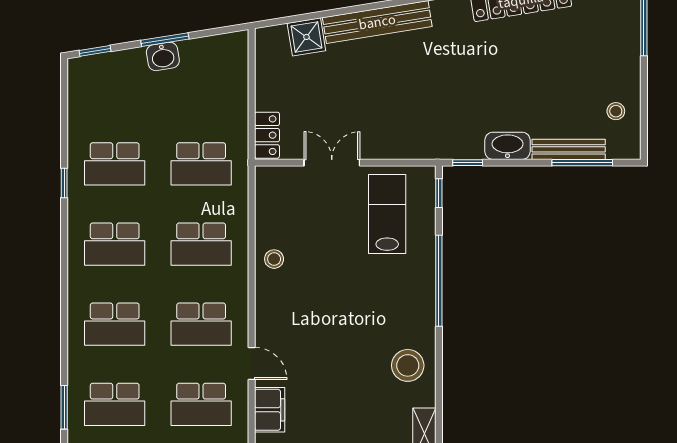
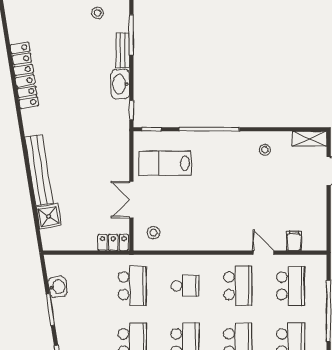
washbasin: (163, 56) -> (58, 287), moved
bench: (569, 149) -> (123, 50), width x0.73
school desk: (201, 244) -> (185, 286), width x0.54
stool: (274, 259) -> (153, 233), moved
door: (252, 363) -> (264, 253), hinge flipped
stool: (408, 365) -> (265, 150), width x0.53, depth x0.53
filing cabinet: (270, 410) -> (294, 241), width x0.50

